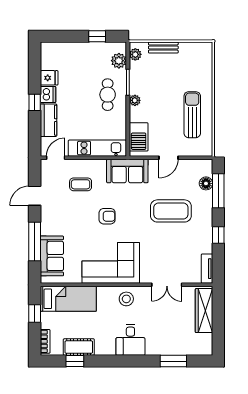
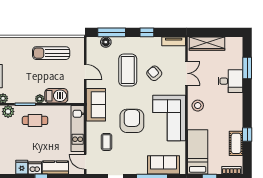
barbecue: (139, 137) -> (56, 96), moved
armchair: (107, 216) -> (132, 121), width x1.88, depth x1.88
armchair: (167, 244) -> (154, 73), added
desk: (130, 340) -> (230, 81), moved
window: (75, 361) -> (247, 135), moved

